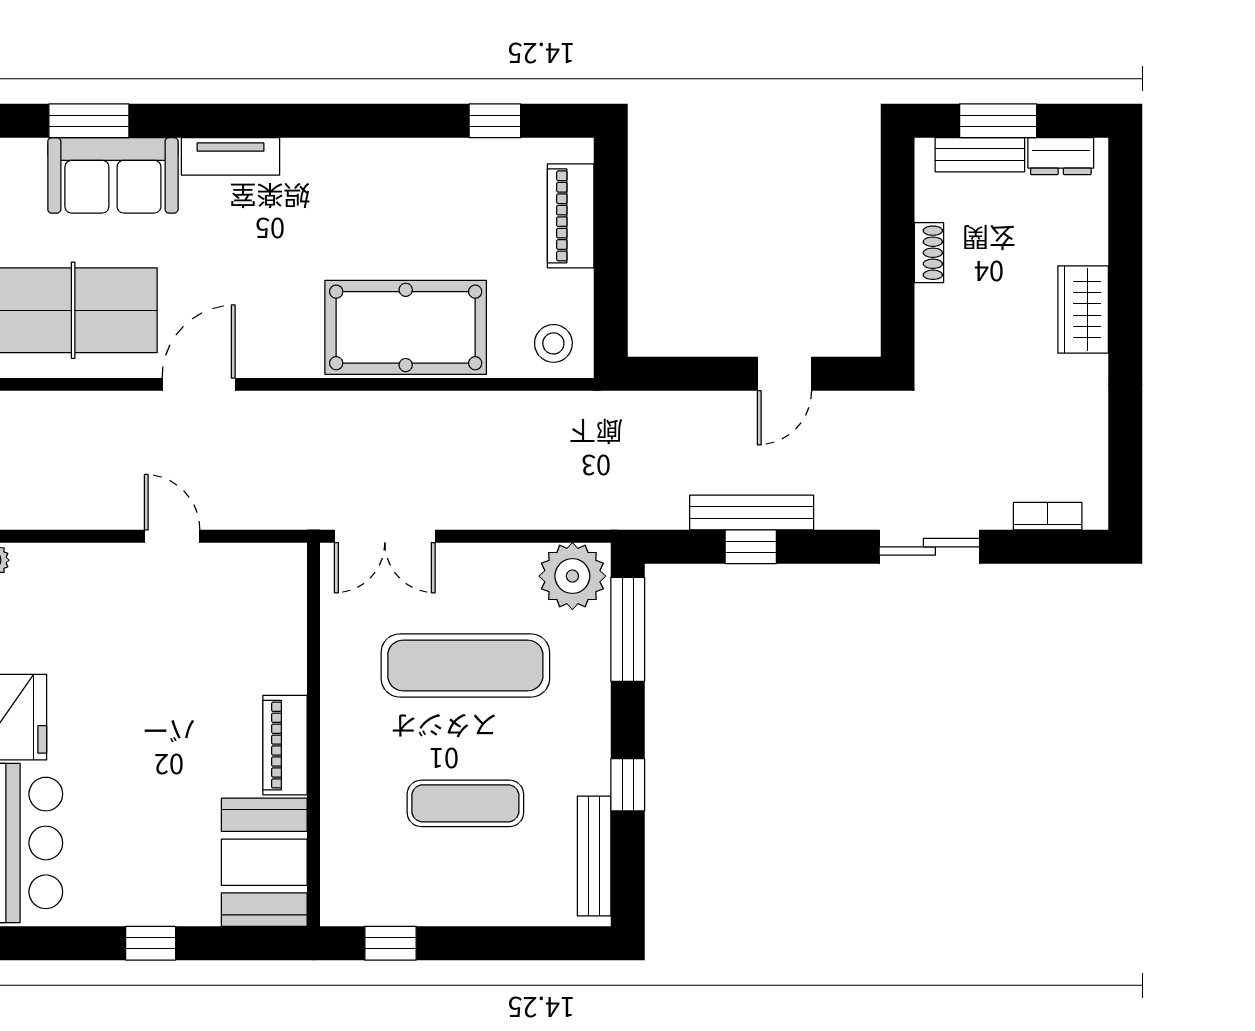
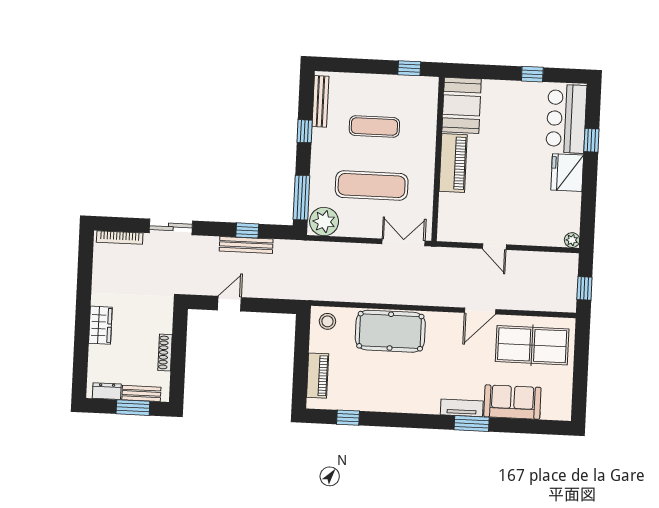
window: (89, 121) -> (472, 424), moved
shoe rack: (929, 253) -> (165, 353), width x1.43
bookcase: (1048, 516) -> (120, 238), width x1.56
piano: (285, 745) -> (453, 163), width x1.37, depth x1.33
window: (151, 943) -> (532, 74), moved

